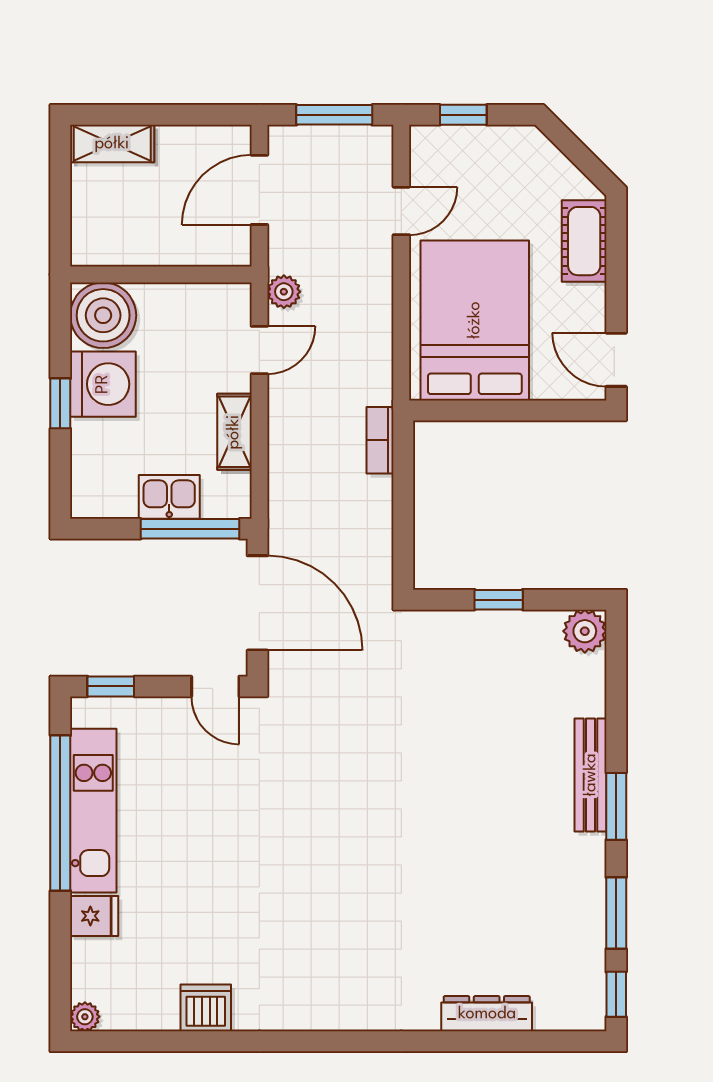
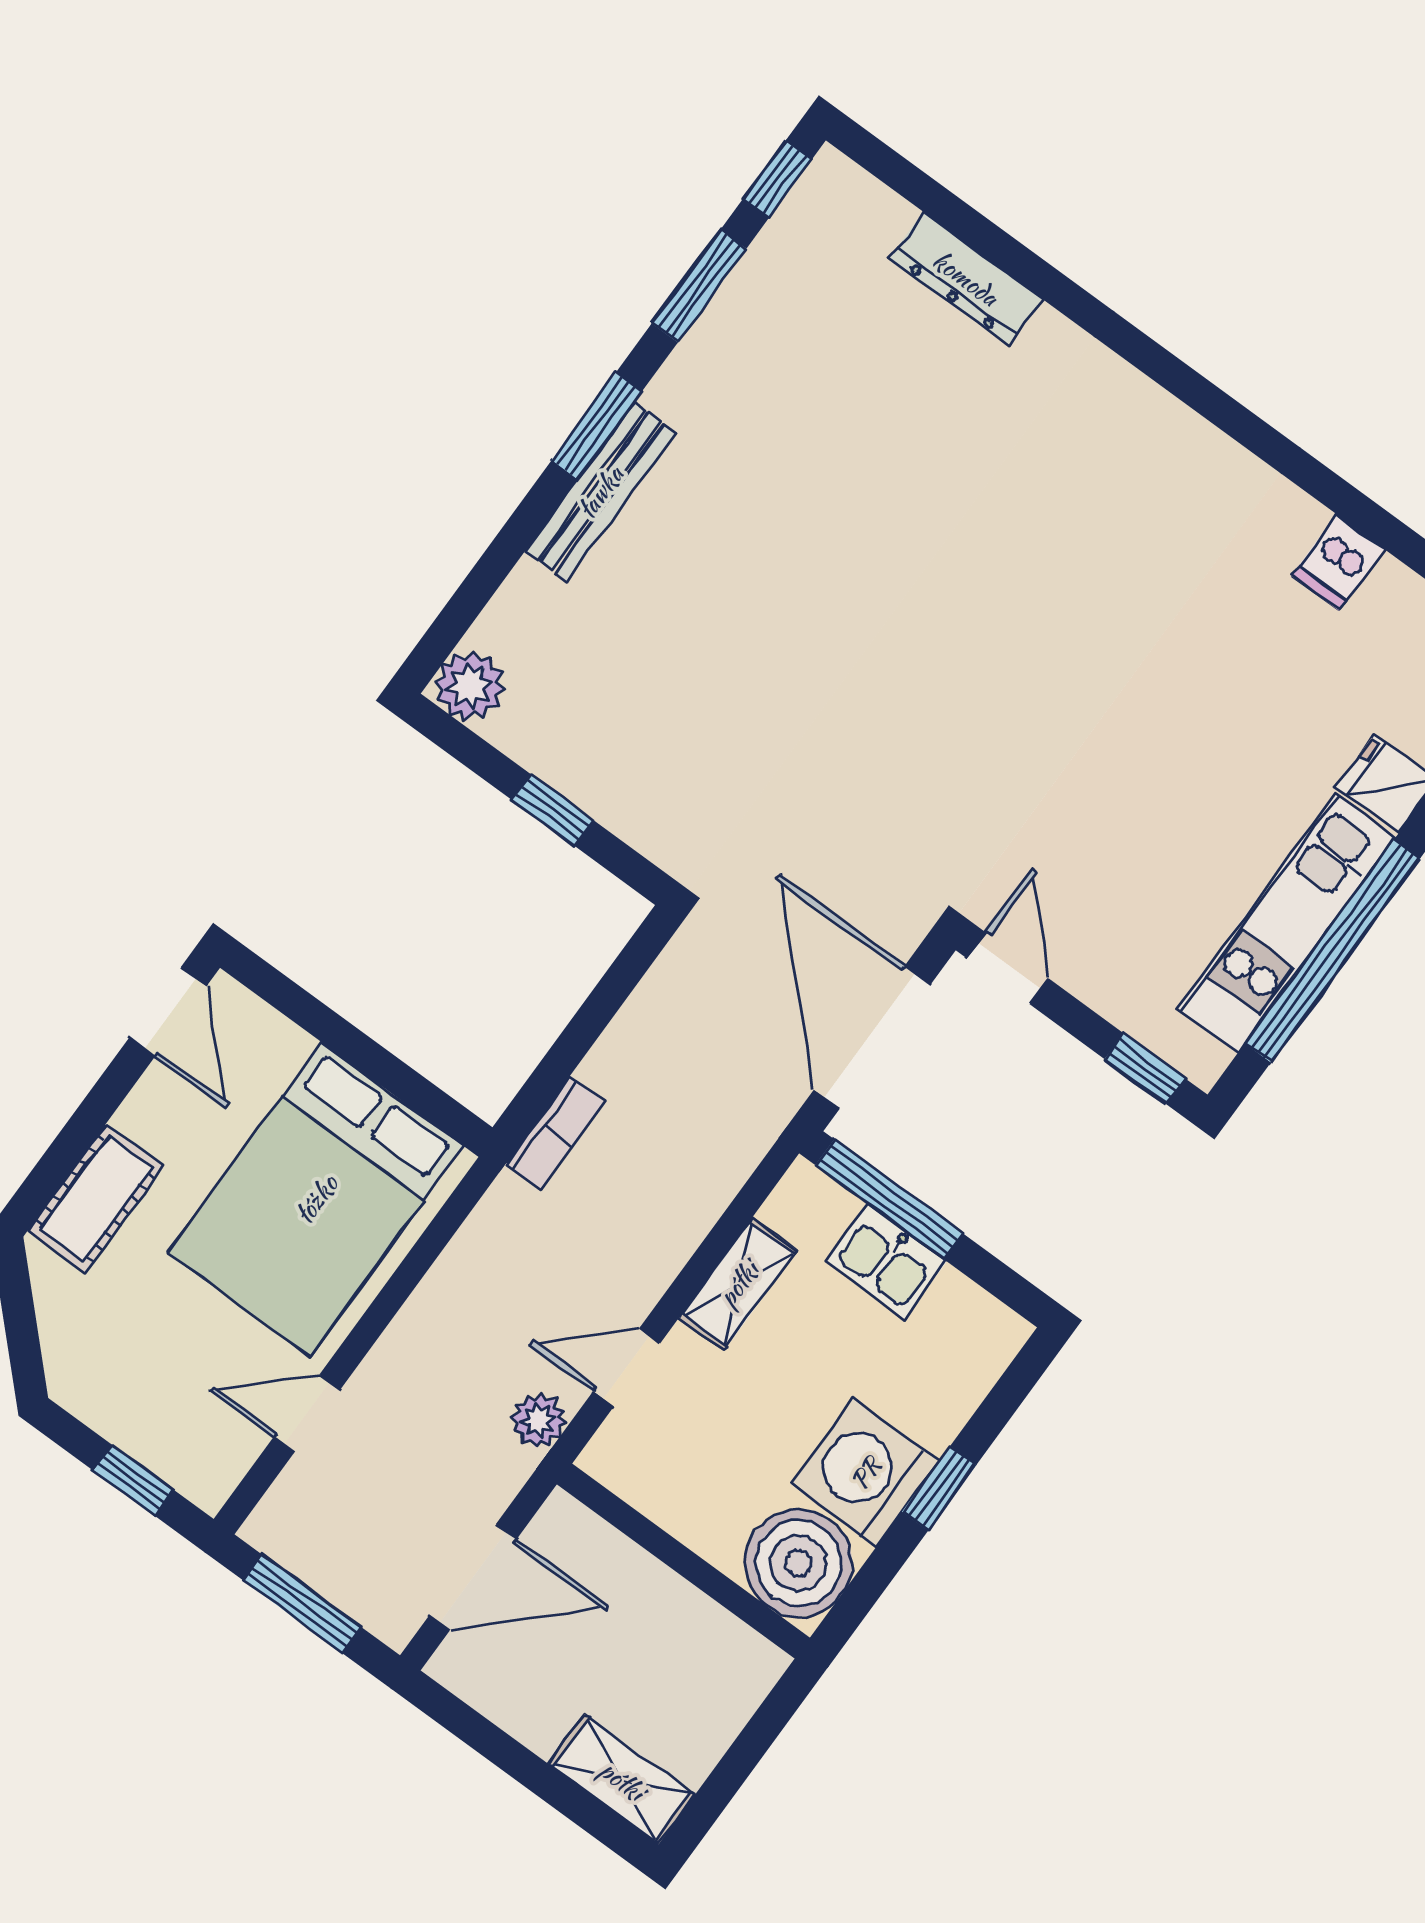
dishwasher: (206, 1008) -> (1338, 562), width x0.73

